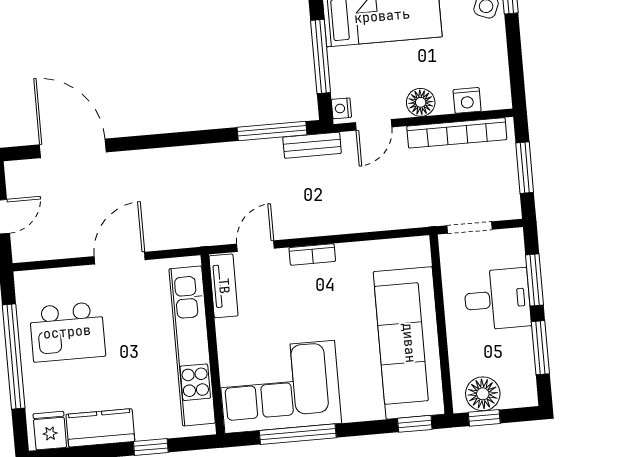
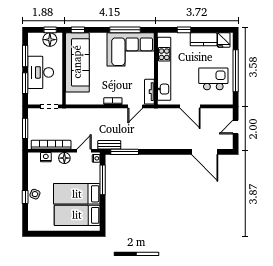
door: (120, 258) -> (190, 106), hinge flipped
desk: (497, 299) -> (41, 72), width x1.37

